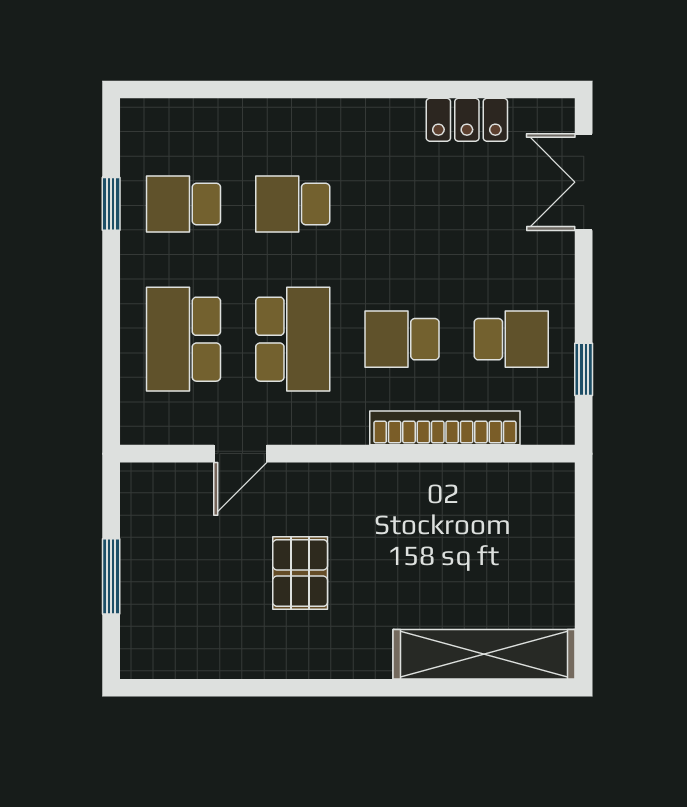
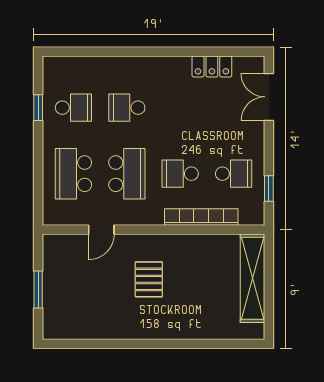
school desk: (184, 204) -> (73, 108), turned 180
pallet: (300, 573) -> (149, 279), moved
shelving: (484, 654) -> (253, 278), moved, turned 90

